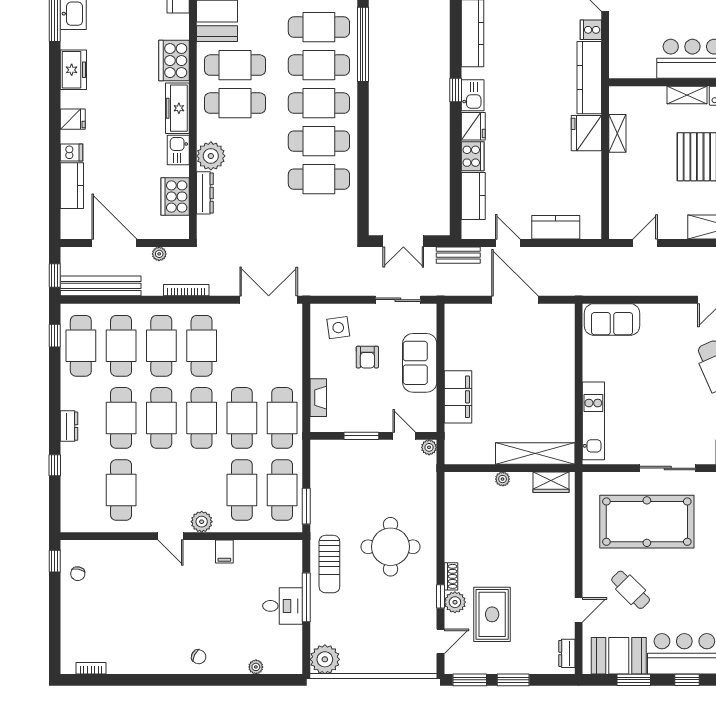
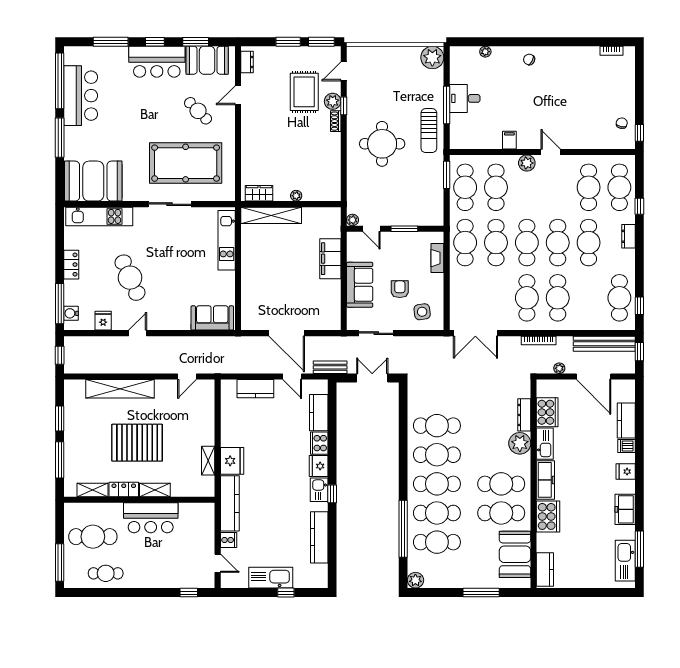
kitchen sink: (178, 150) -> (545, 444), width x1.38
cafe table: (121, 346) -> (619, 187), moved
sun lounger: (329, 564) -> (429, 131), turned 180

